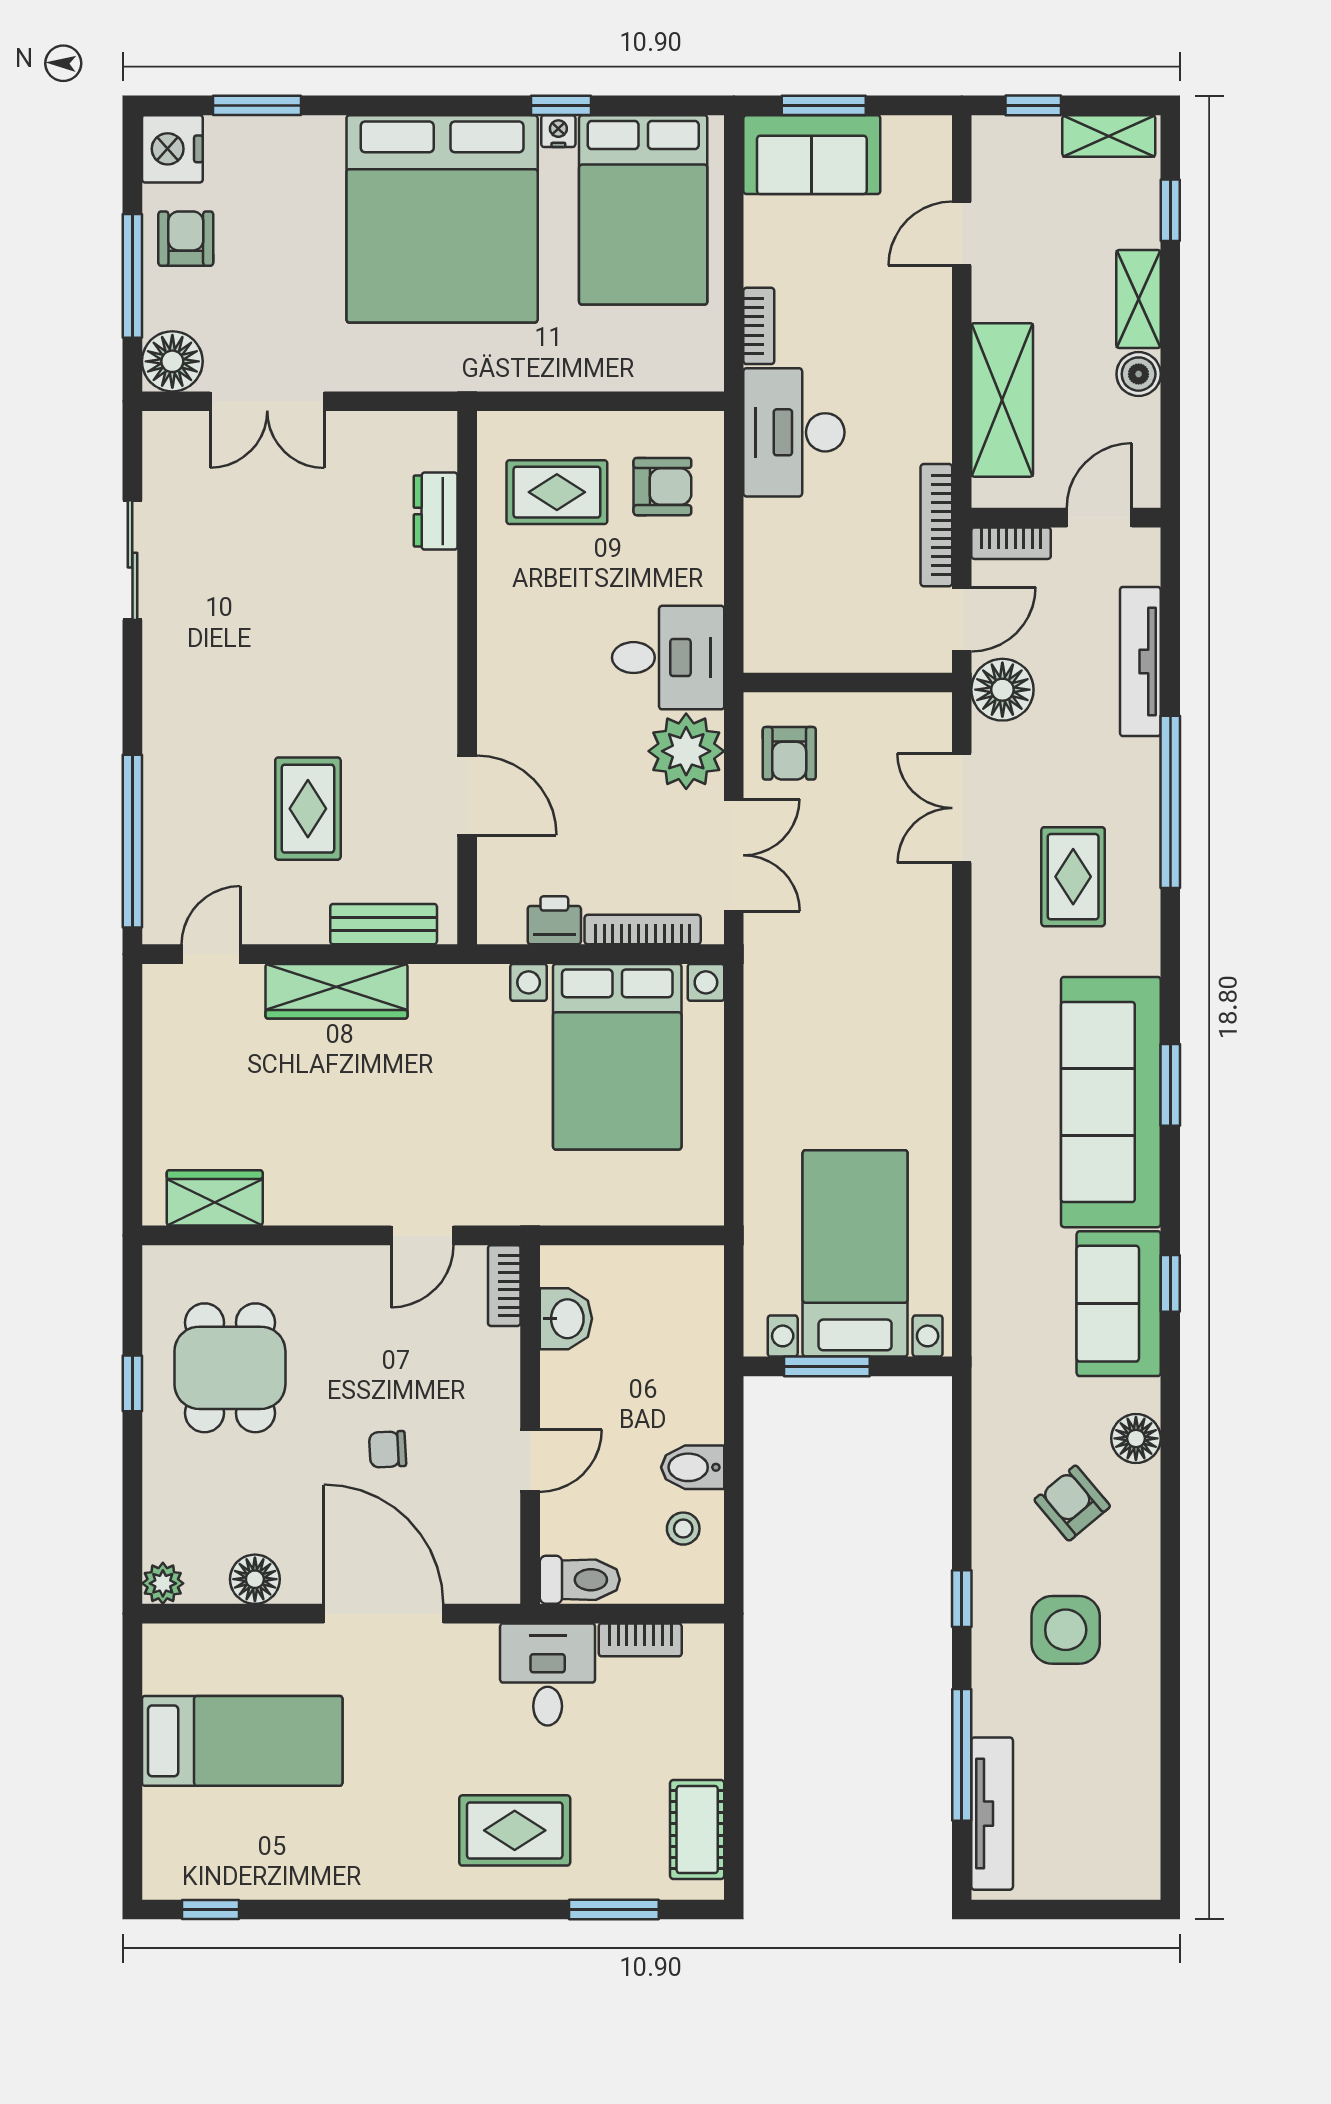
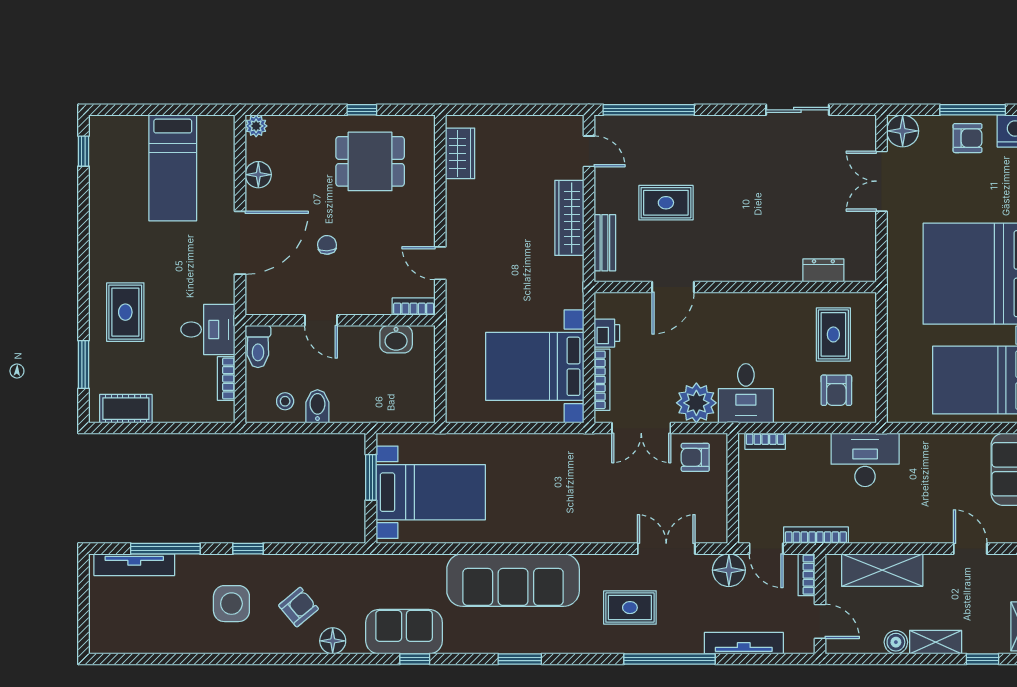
window: (132, 276) -> (973, 110), moved
bookcase: (759, 326) -> (765, 441), moved
sofa: (1111, 1102) -> (513, 580), moved, turned 180

